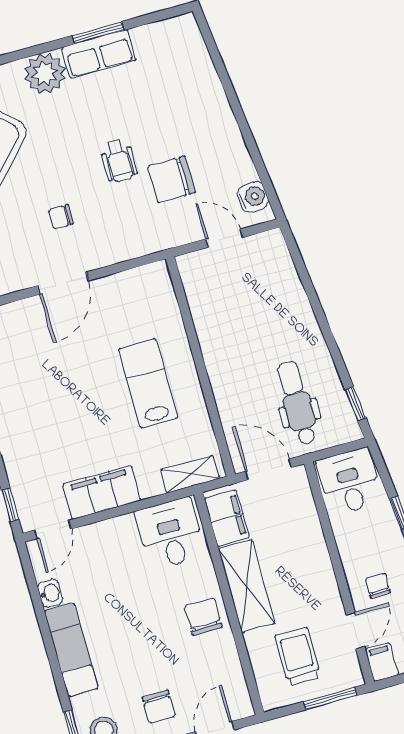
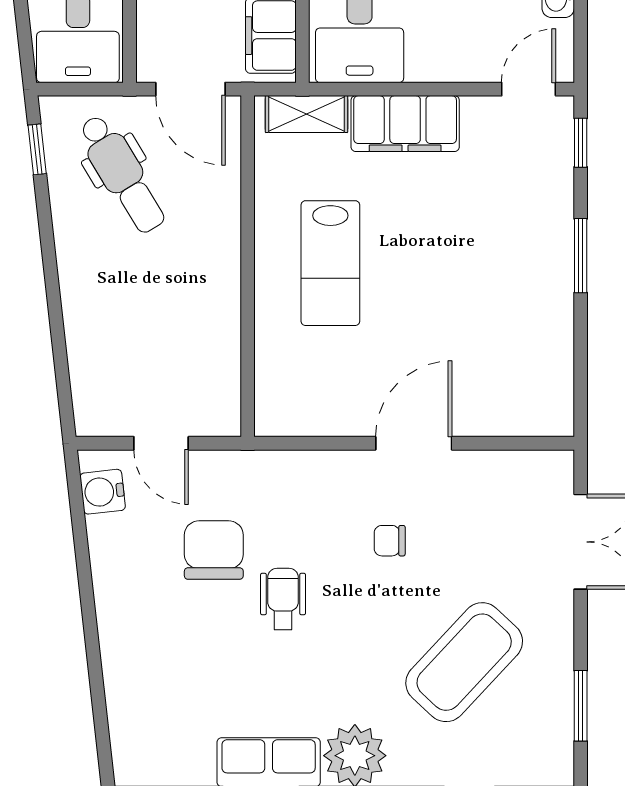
chair: (172, 179) -> (214, 550), turned -90
chair: (61, 217) -> (390, 541), turned 180
dental chair: (297, 403) -> (122, 174), turned -31
filing cabinet: (102, 492) -> (405, 124), moved

